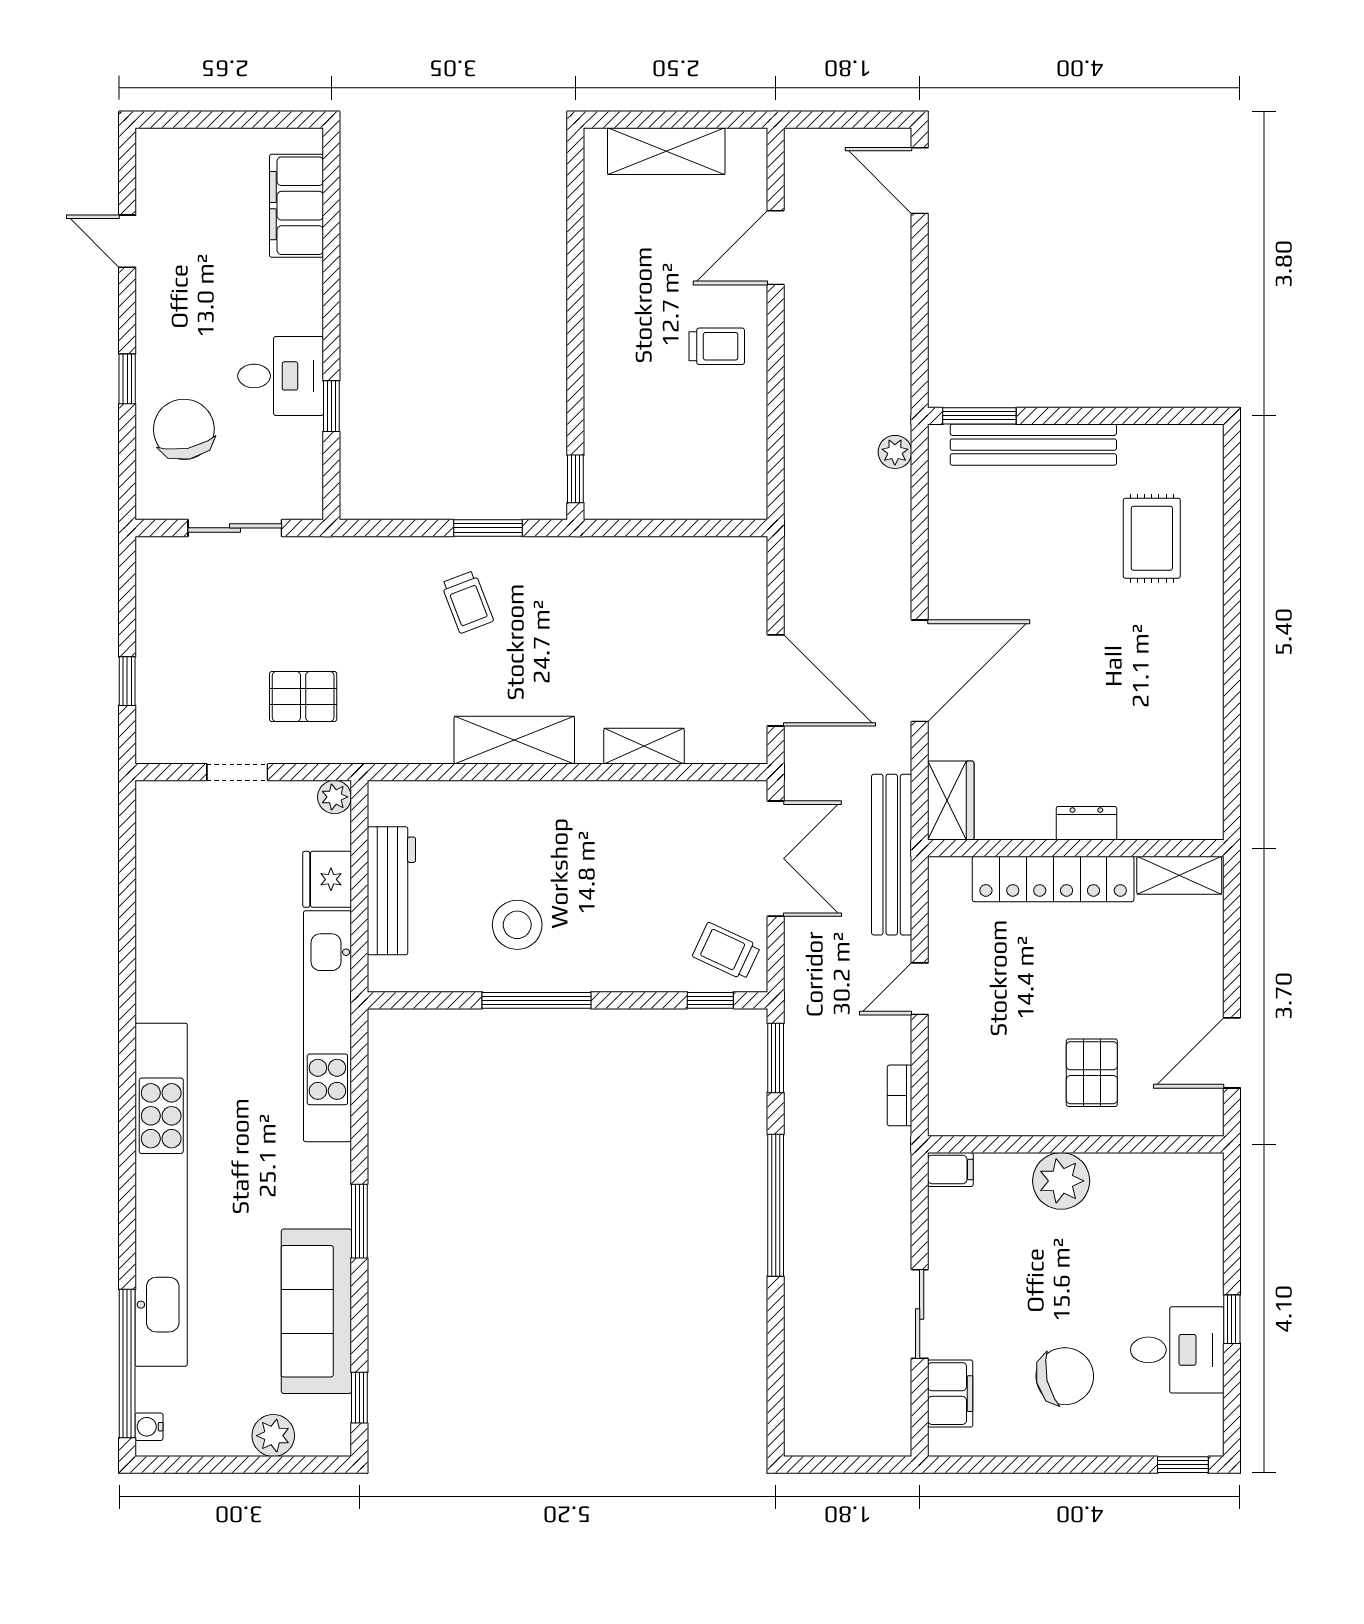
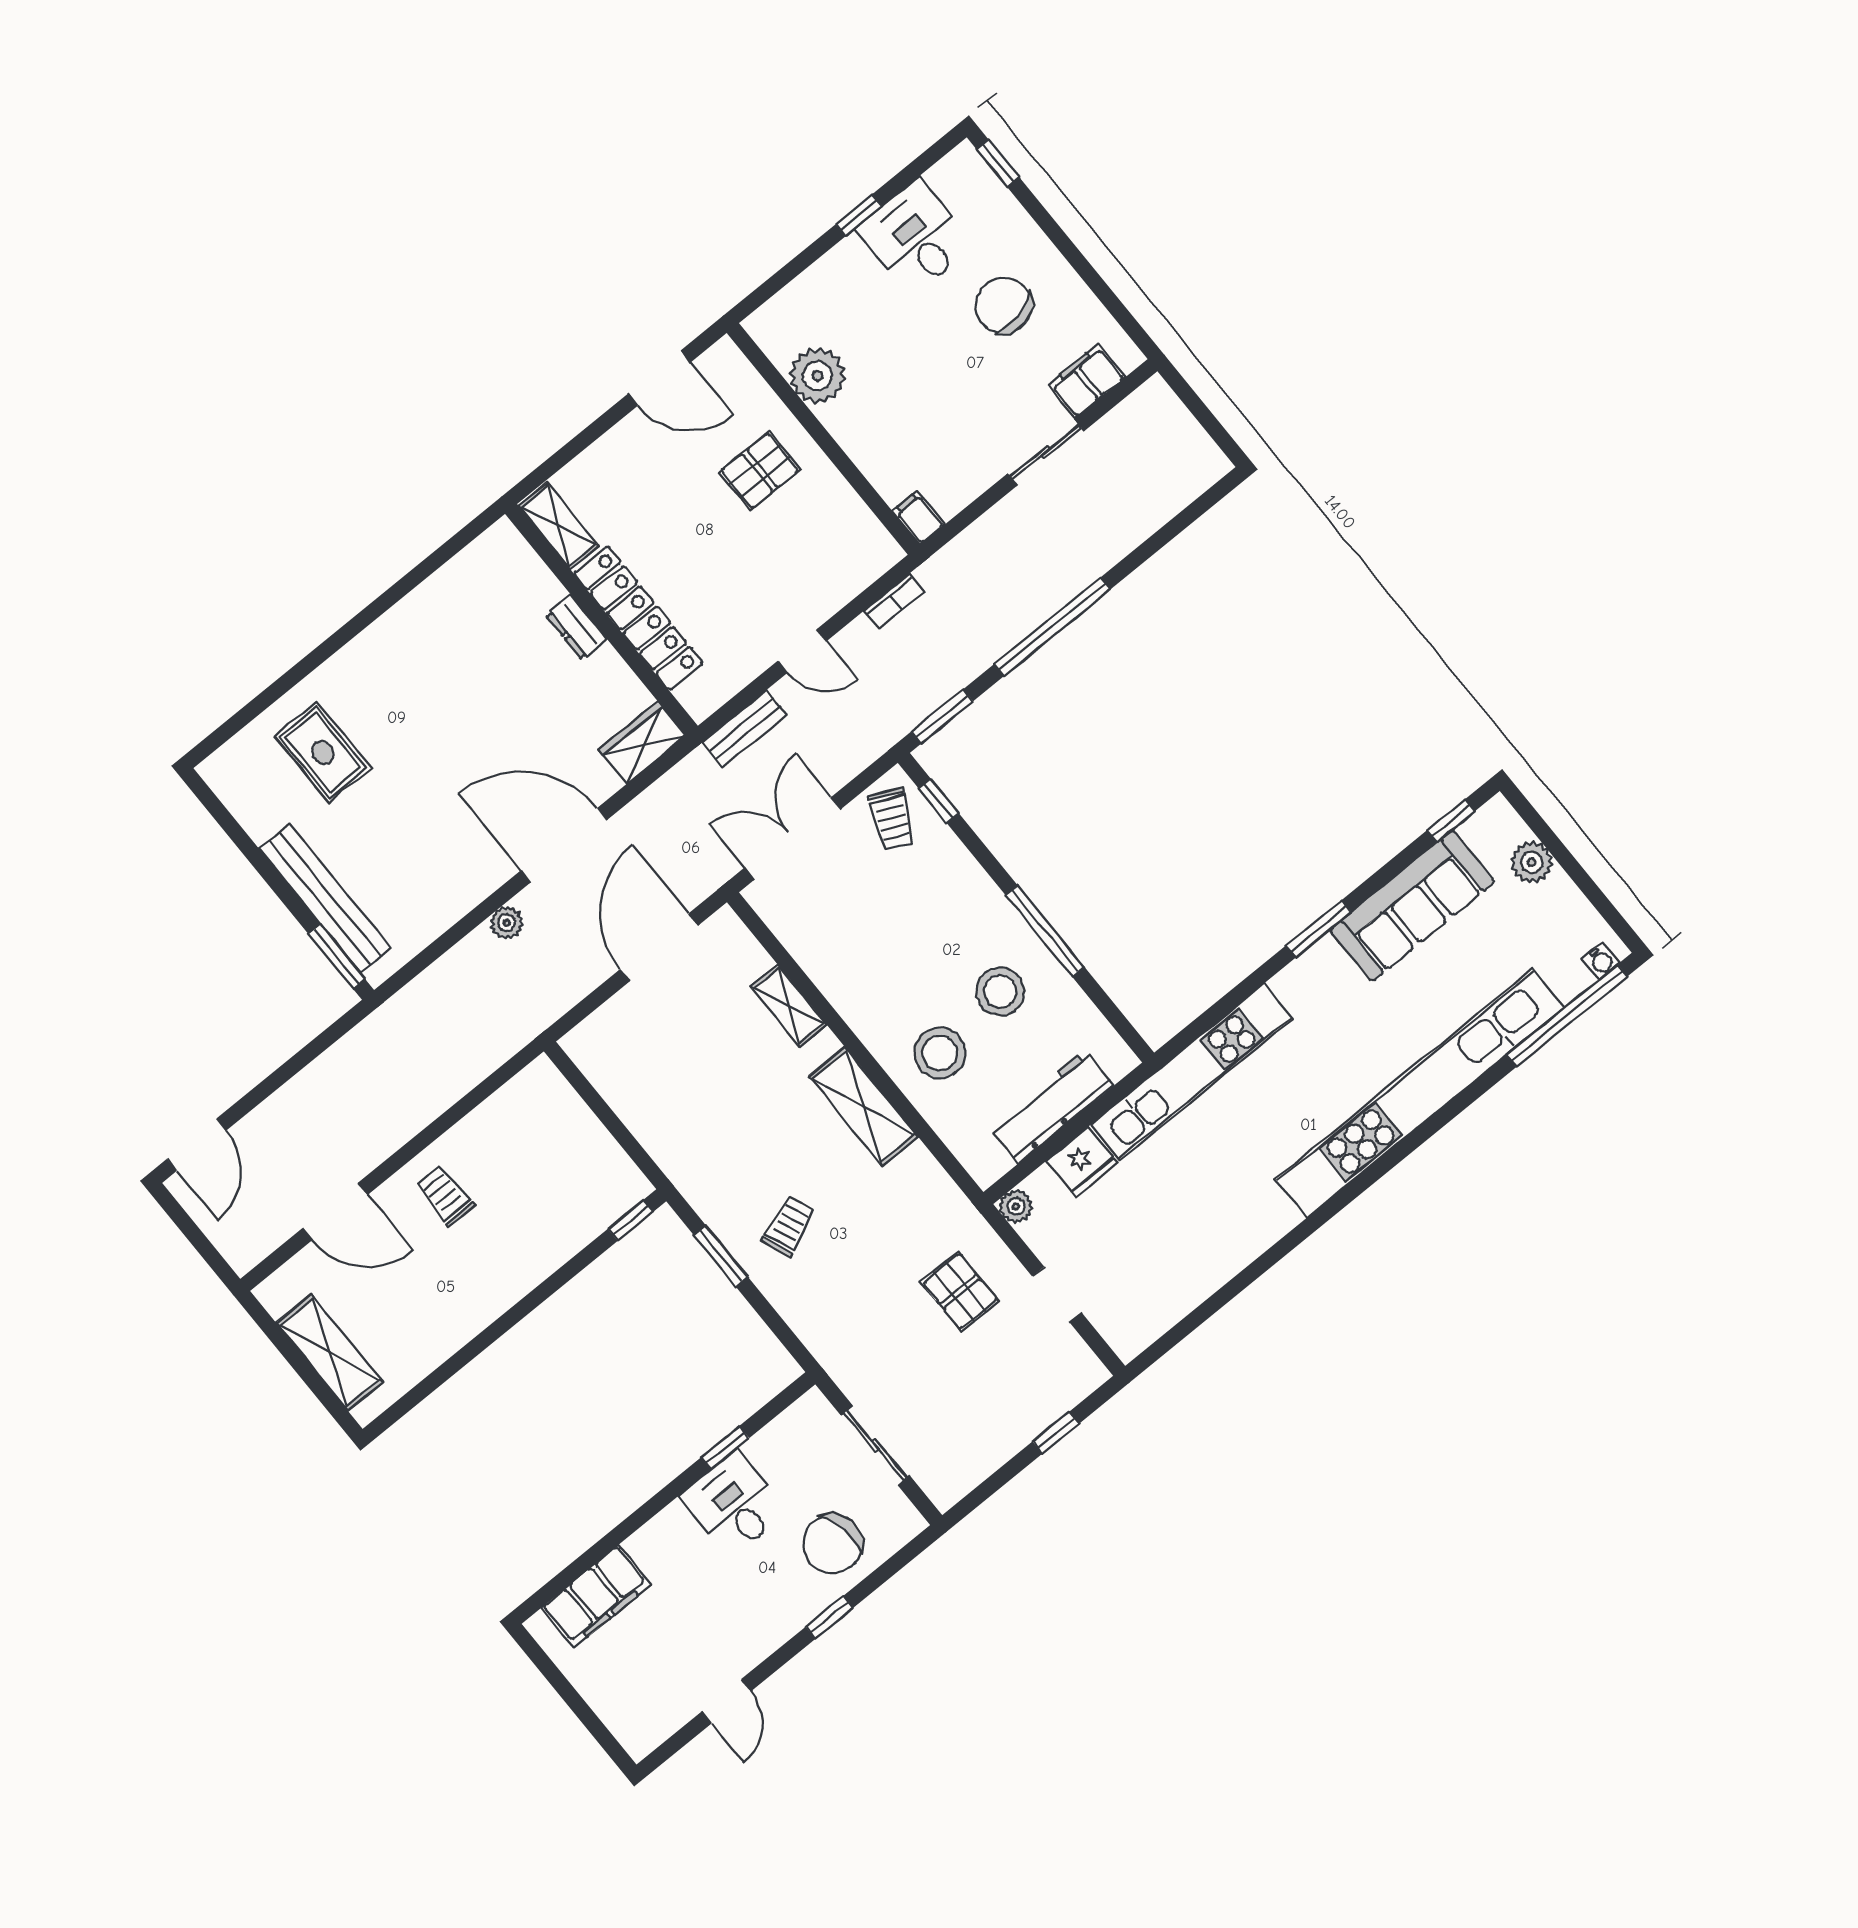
plant: (895, 452) -> (507, 923), moved
rug: (1152, 538) -> (323, 752), turned 90
stool: (507, 836) -> (940, 1053), added
bench: (892, 855) -> (745, 728), width x0.54, depth x0.82
plant: (1061, 1181) -> (817, 376), moved

